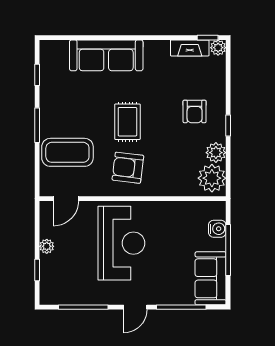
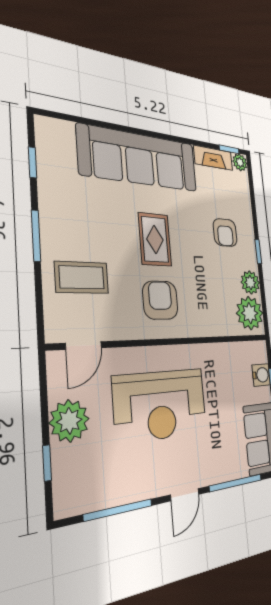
sofa: (106, 55) -> (139, 159), width x1.36, depth x1.27
coffee table: (67, 152) -> (82, 277), width x0.73, depth x0.76
armchair: (128, 168) -> (160, 300), turned 83
reception desk: (121, 243) -> (161, 405), turned 90
plant: (47, 246) -> (69, 421), width x1.87, depth x1.87

